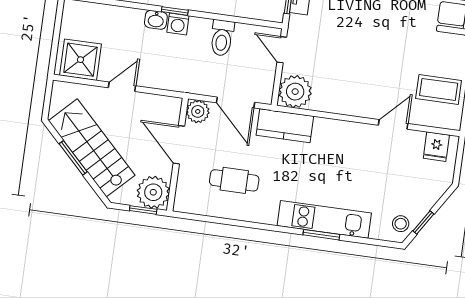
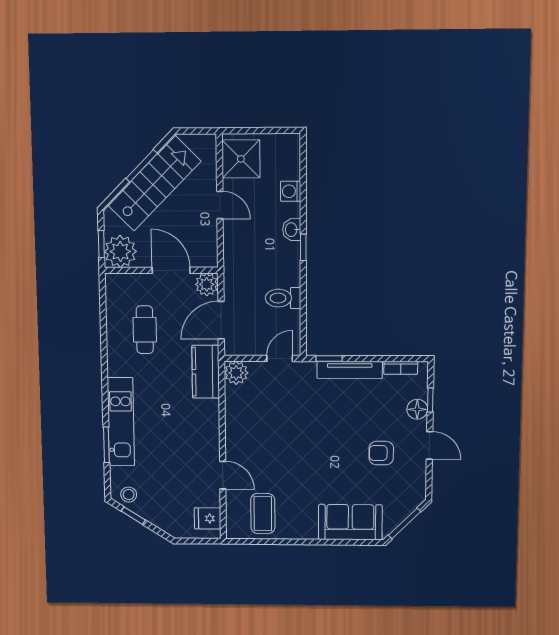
washing machine: (178, 24) -> (291, 191), moved
plant: (295, 92) -> (236, 373), width x0.73, depth x0.73
door: (179, 145) -> (171, 270), hinge flipped
window: (321, 235) -> (106, 445), moved

